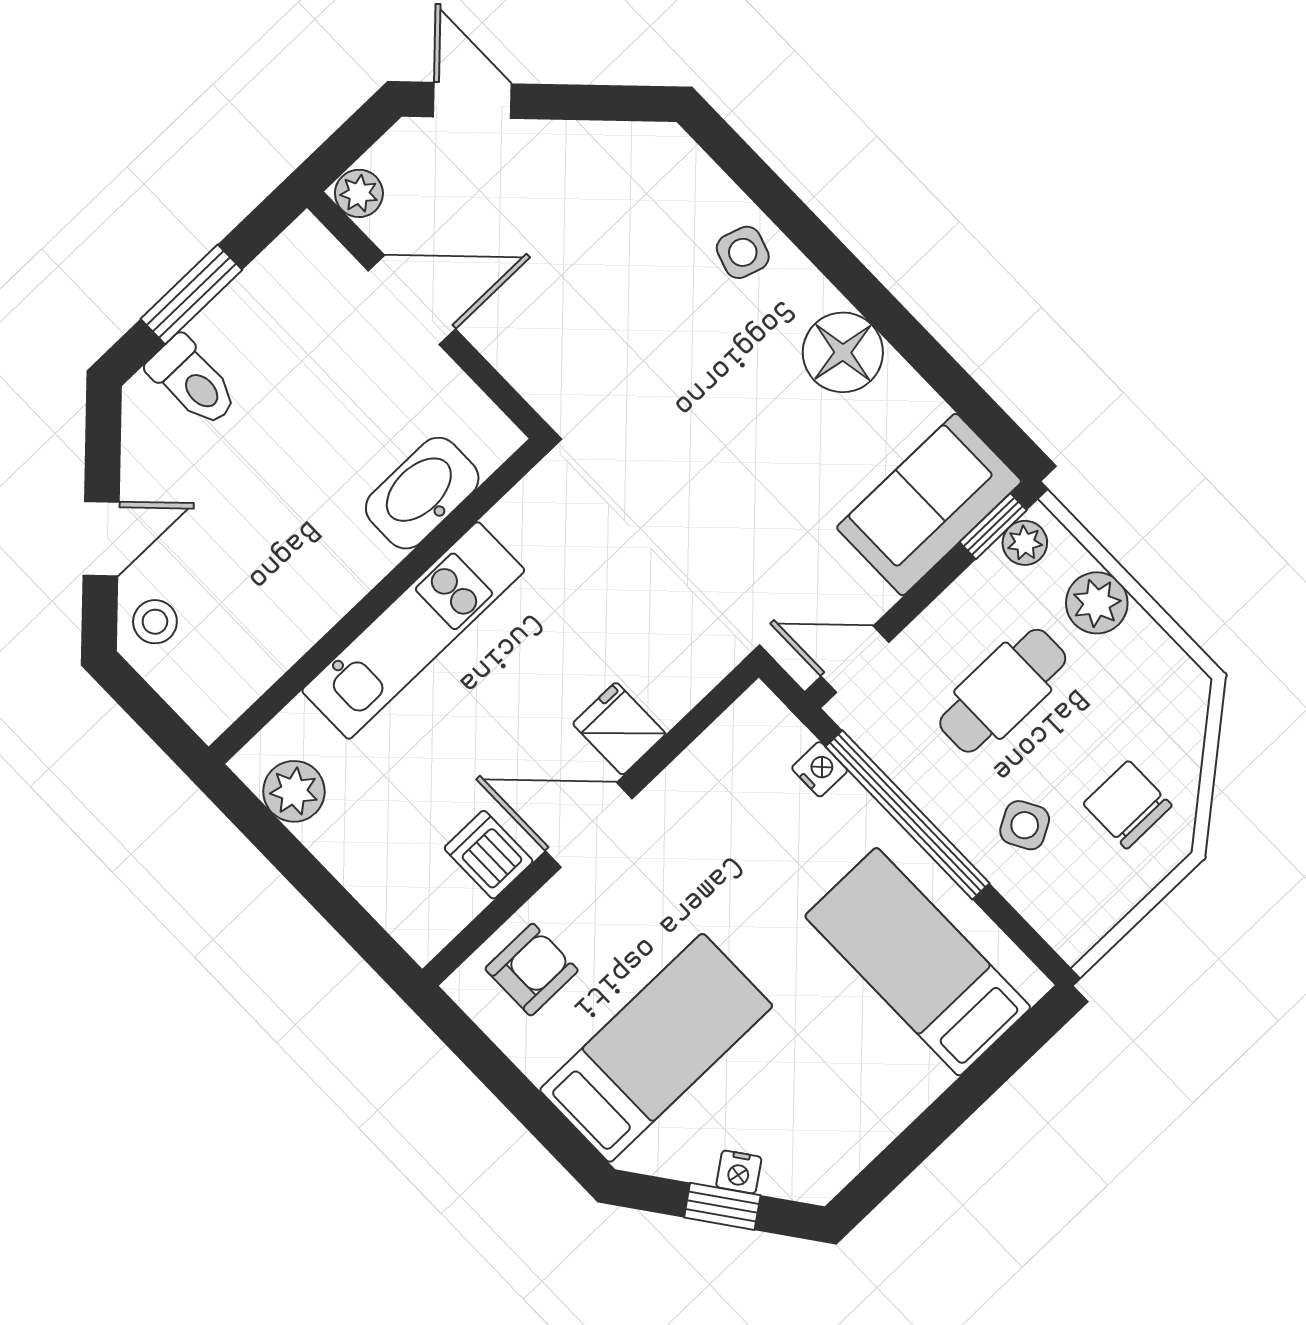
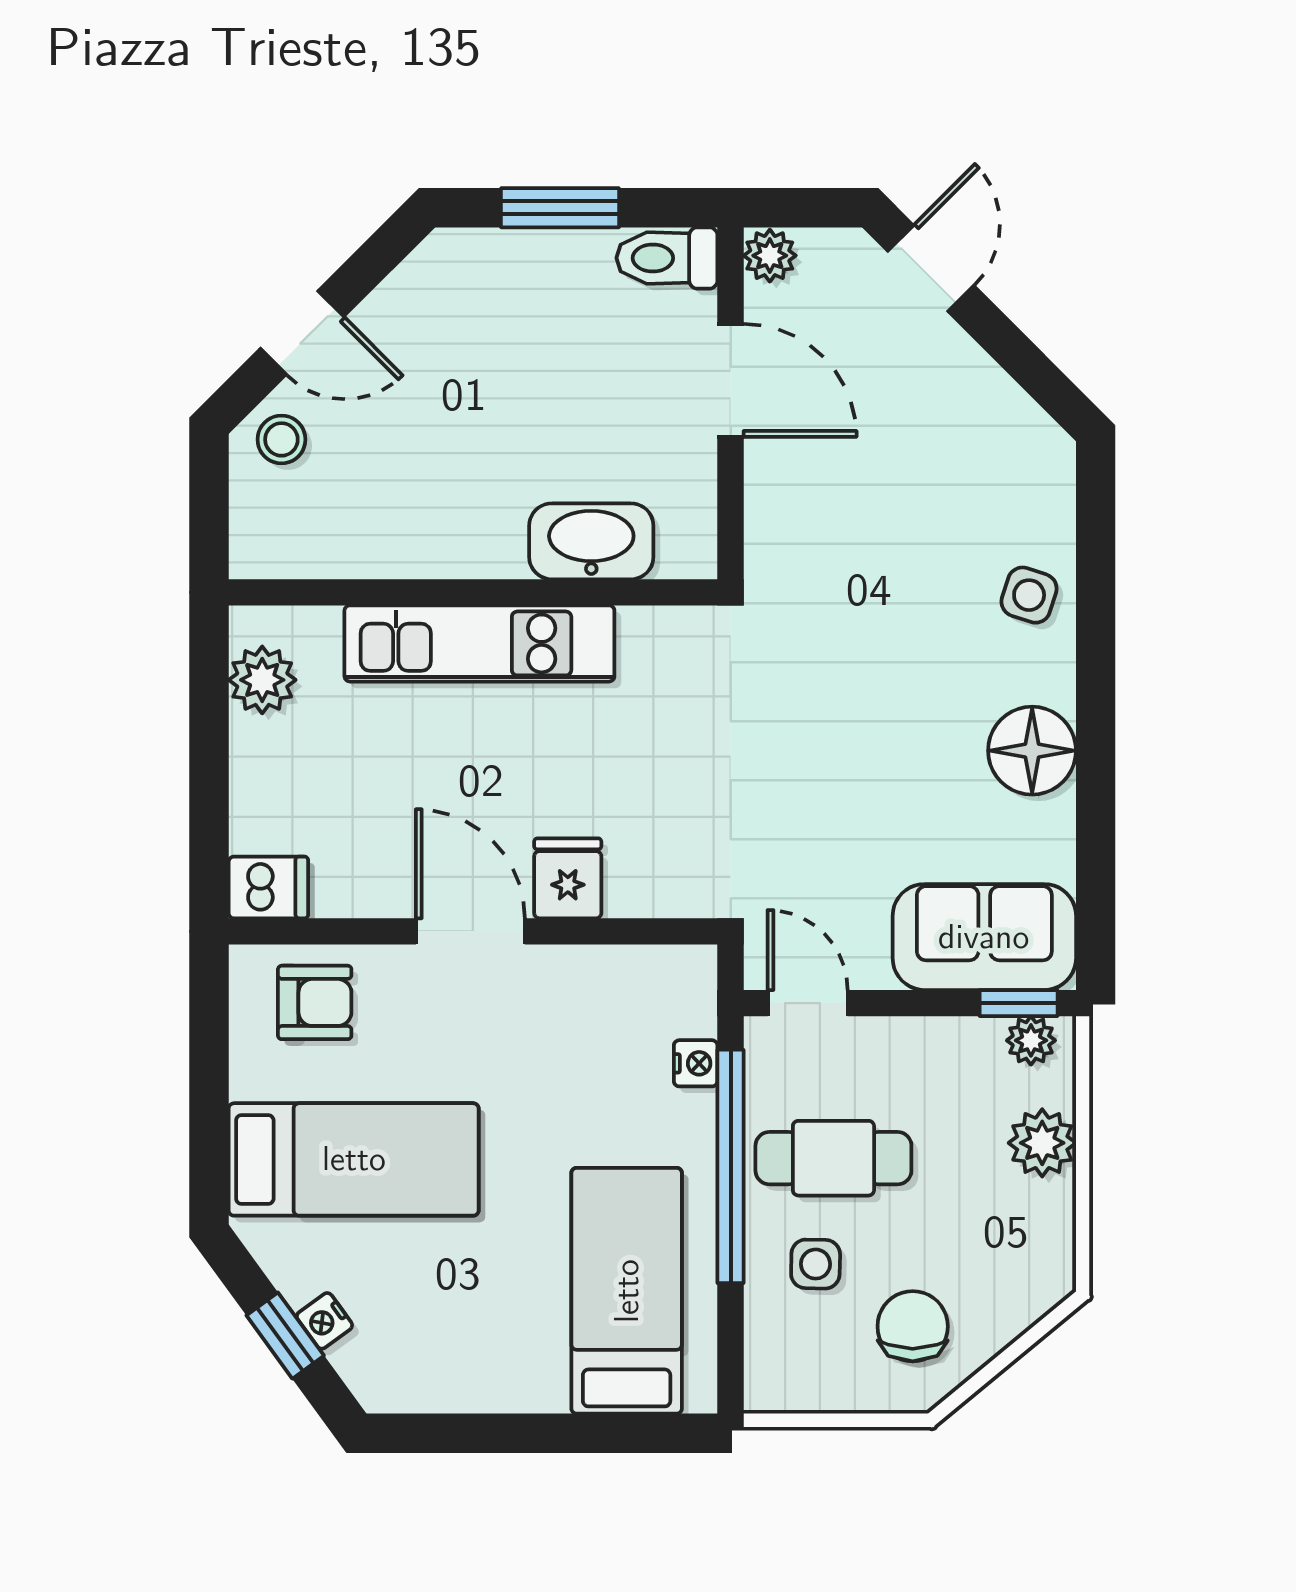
toilet: (193, 381) -> (667, 258), moved, turned 90
cafe table: (1003, 691) -> (833, 1158), moved
side table: (1025, 825) -> (816, 1264), turned 30
dishwasher: (489, 855) -> (268, 887), moved, turned 90

